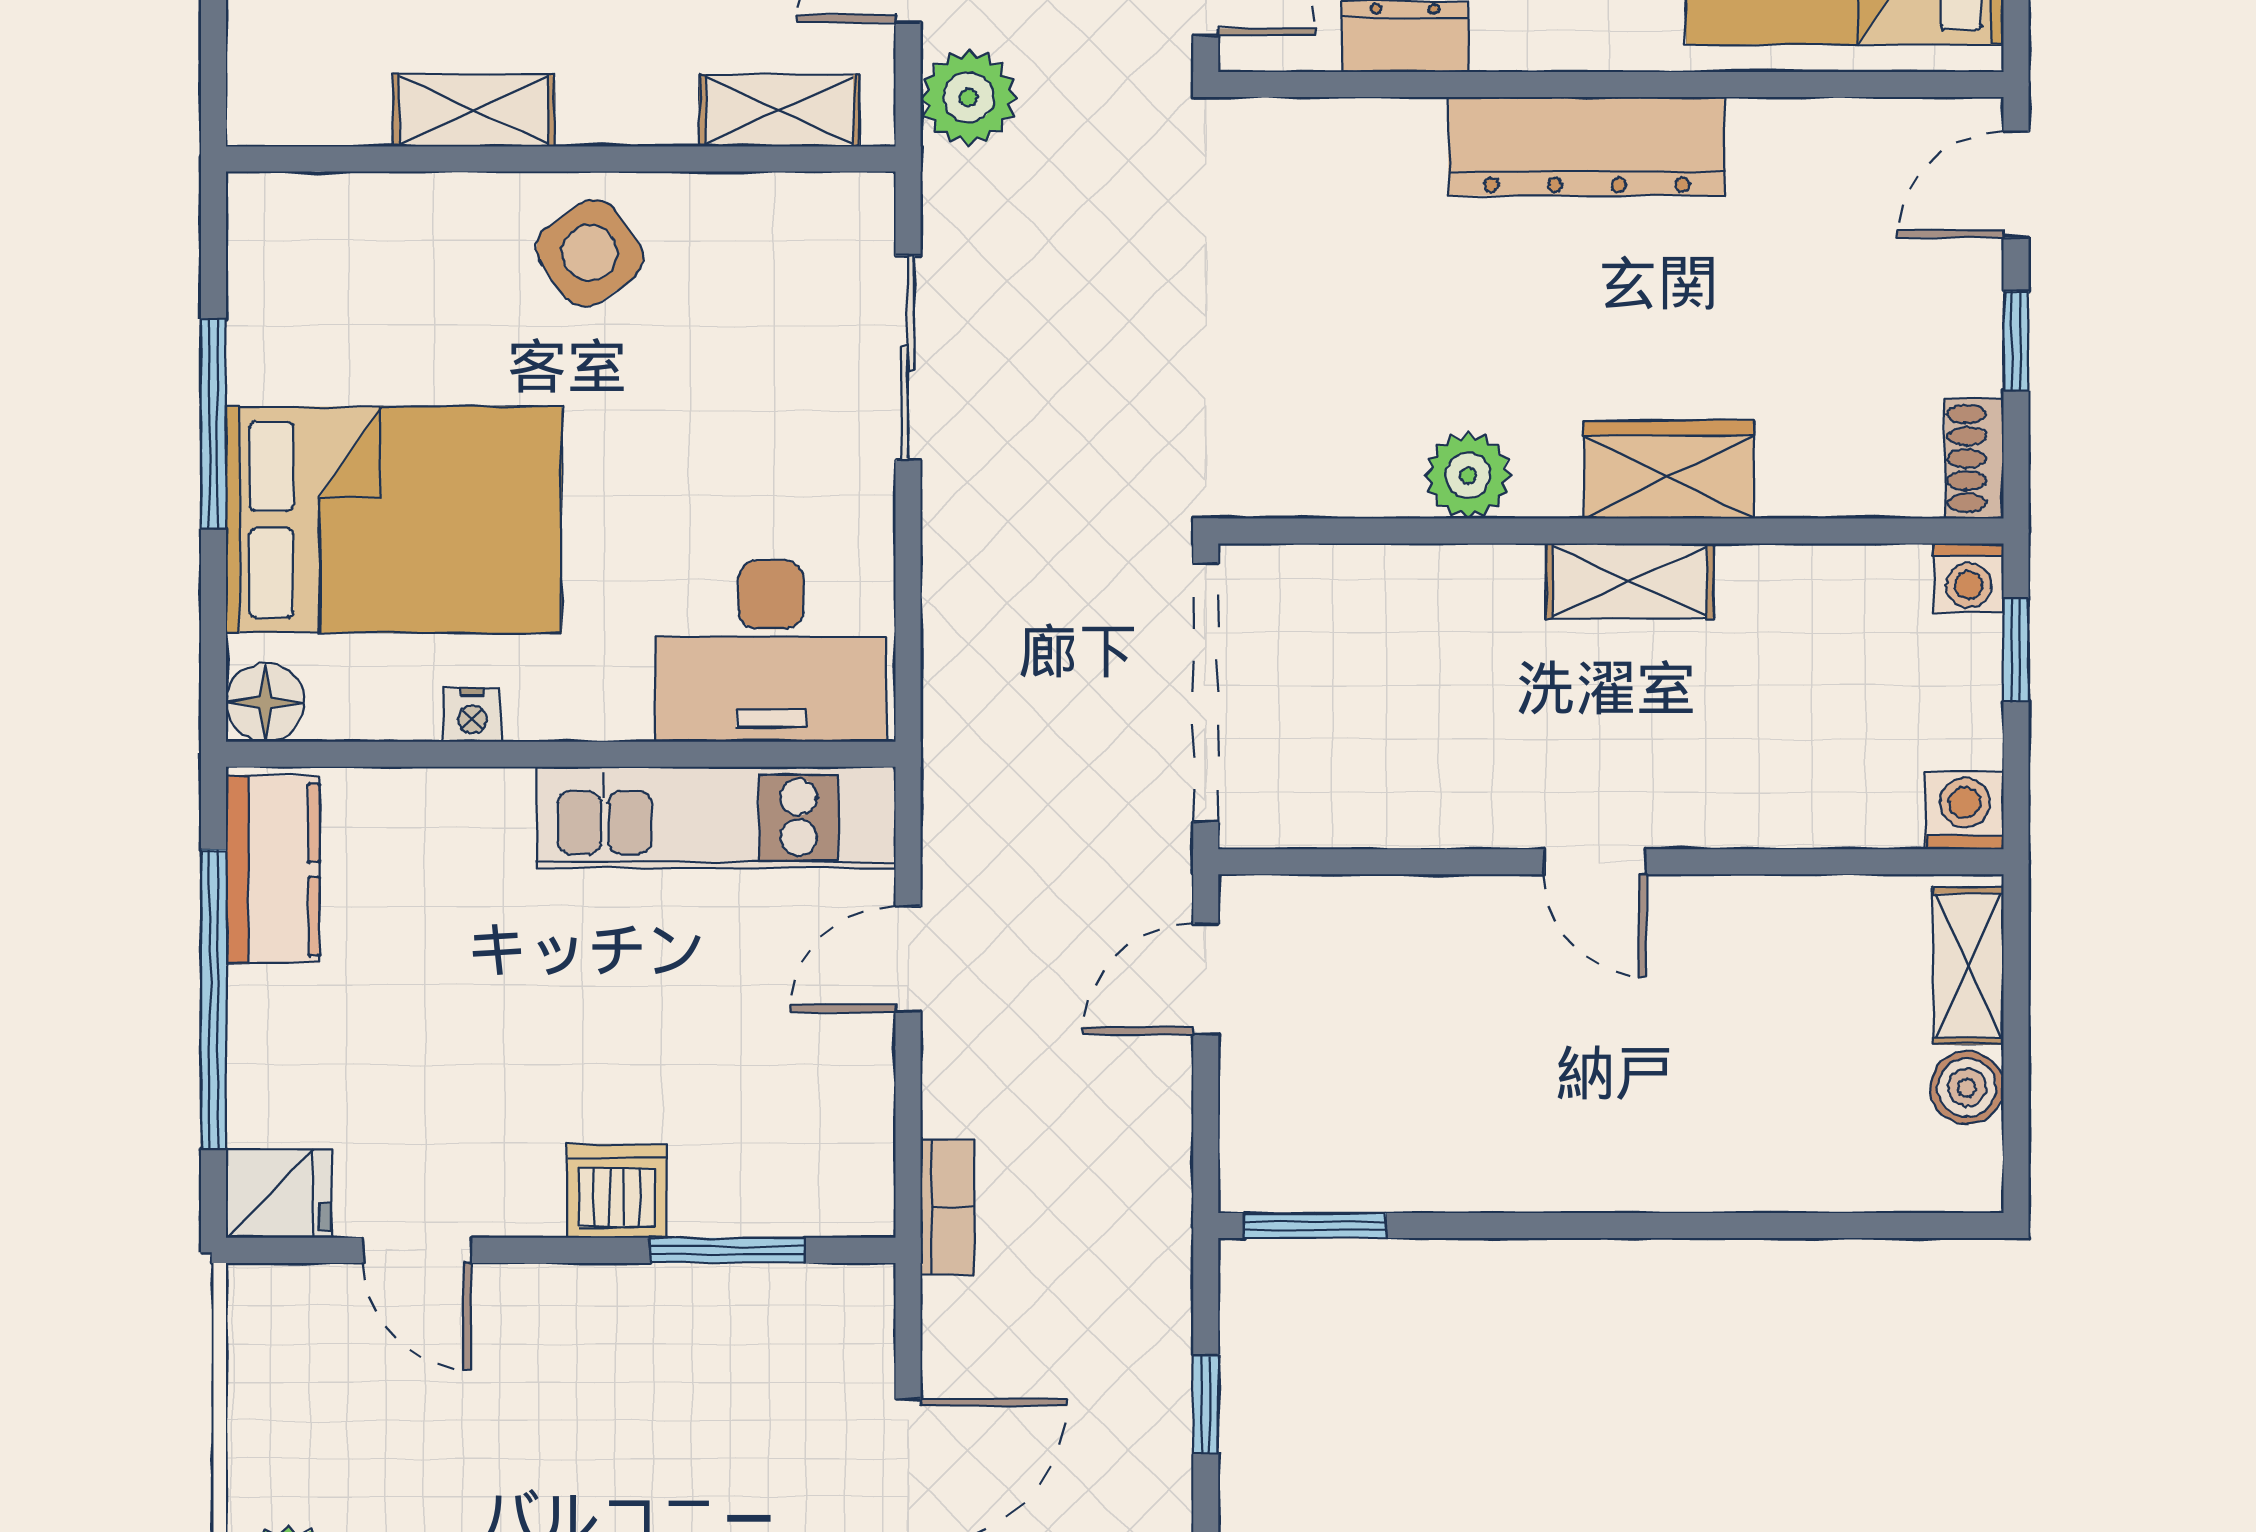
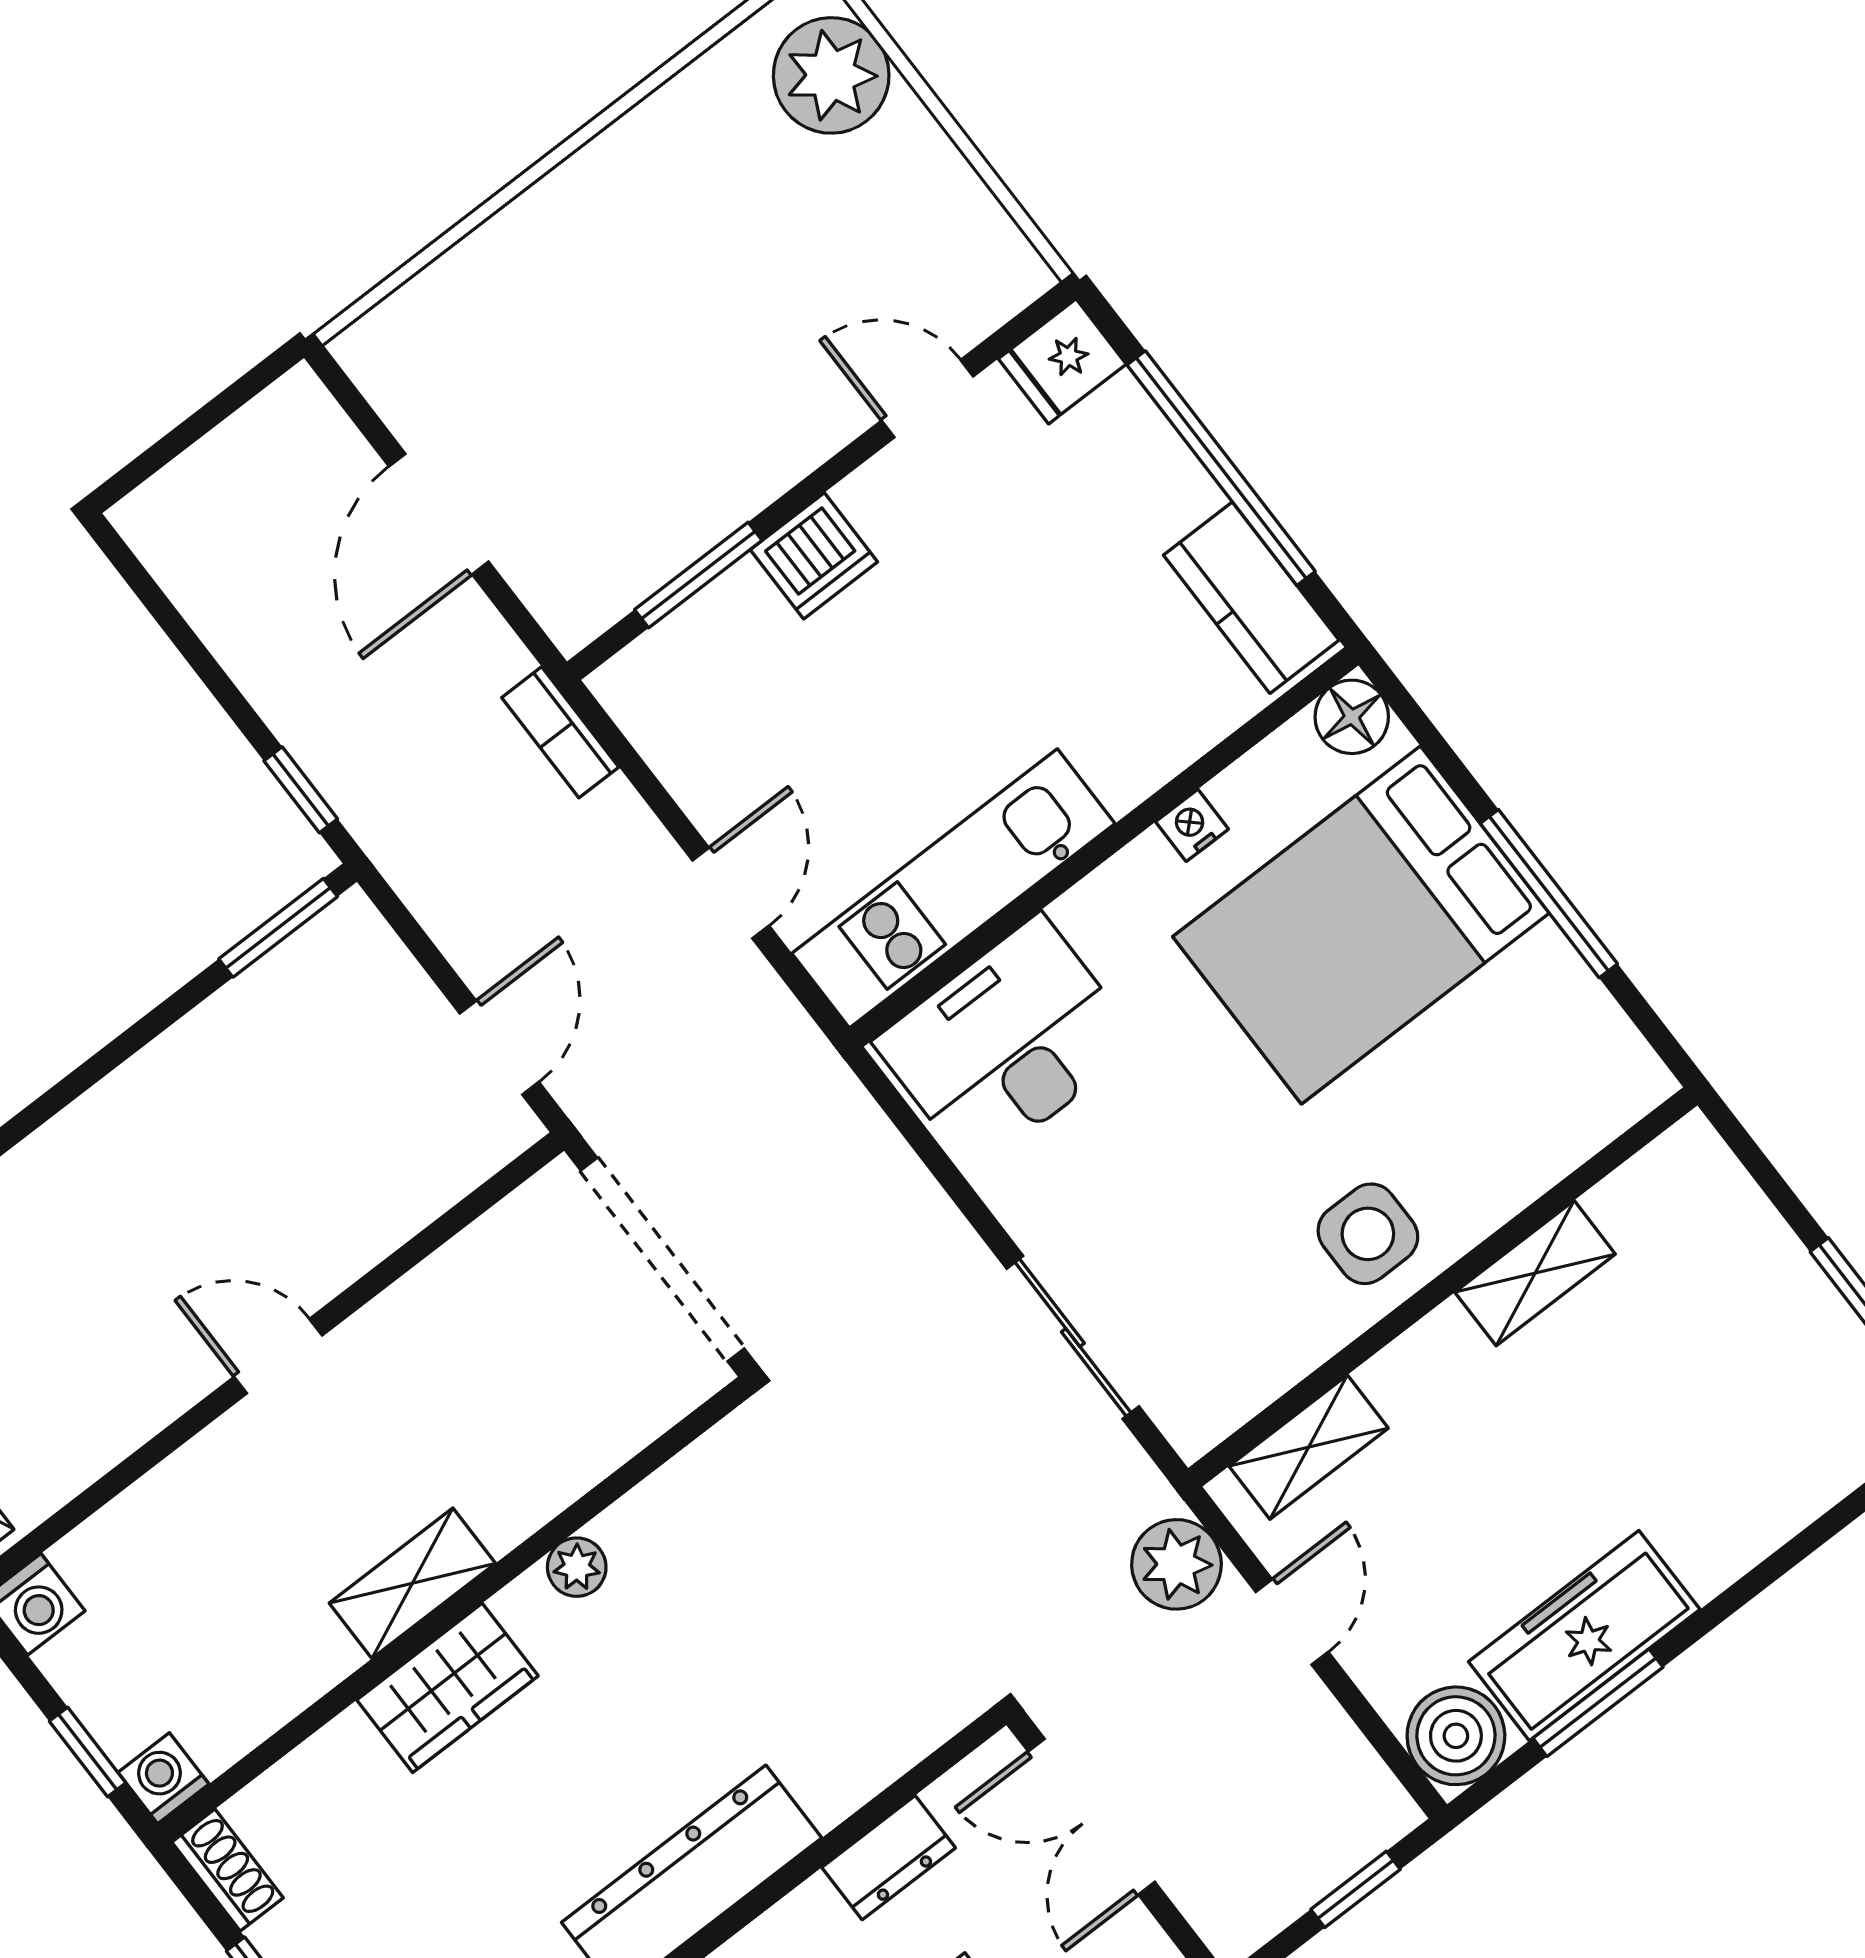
side table: (590, 253) -> (1368, 1234), turned 36
plant: (1468, 476) -> (577, 1567), width x0.73, depth x0.73
window: (1206, 1404) -> (301, 790), moved

